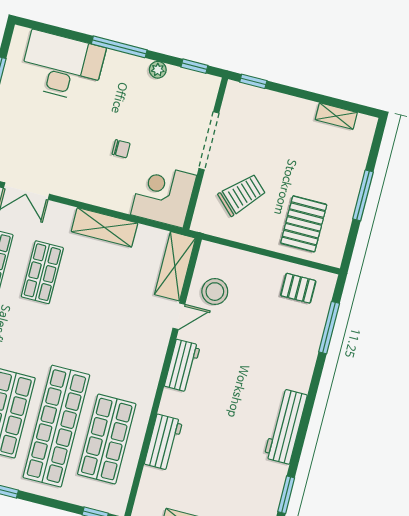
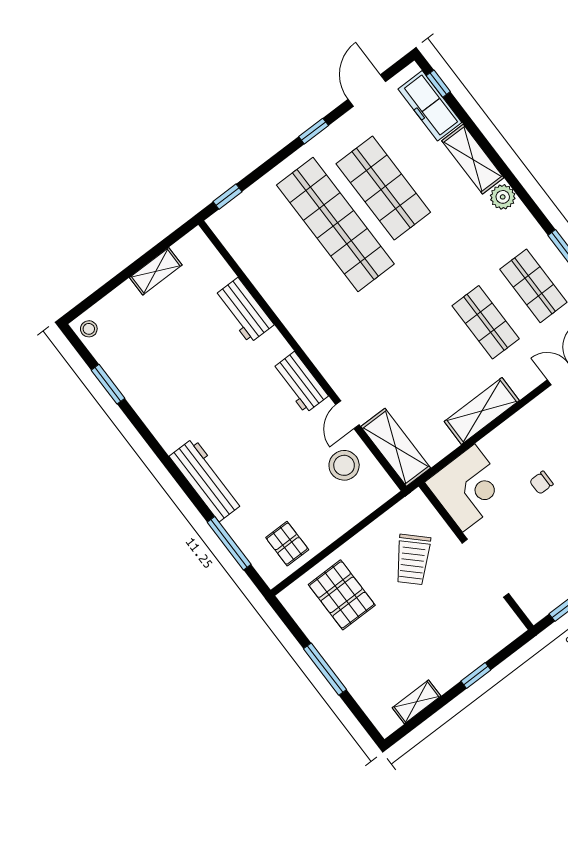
window: (253, 81) -> (476, 676), moved
pallet: (298, 288) -> (287, 544), turned 90
workbench: (286, 426) -> (206, 480), moved
shop shelf: (107, 439) -> (288, 261), removed

